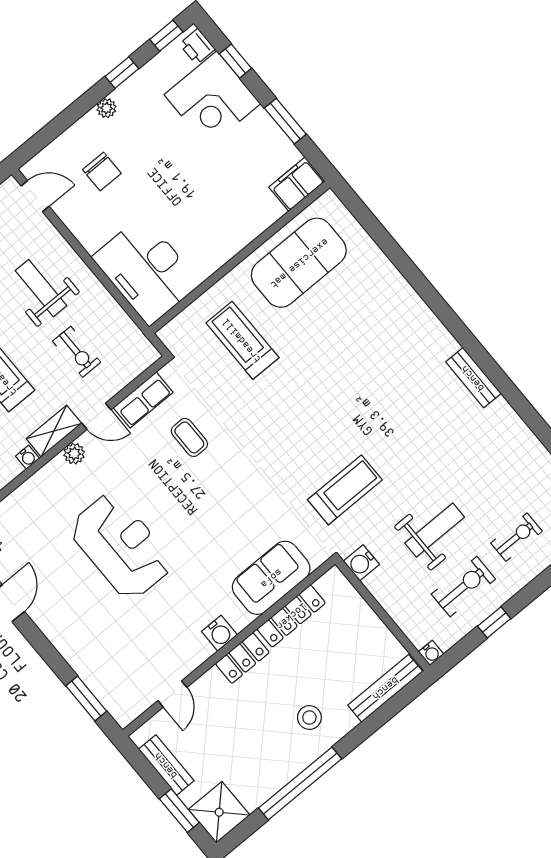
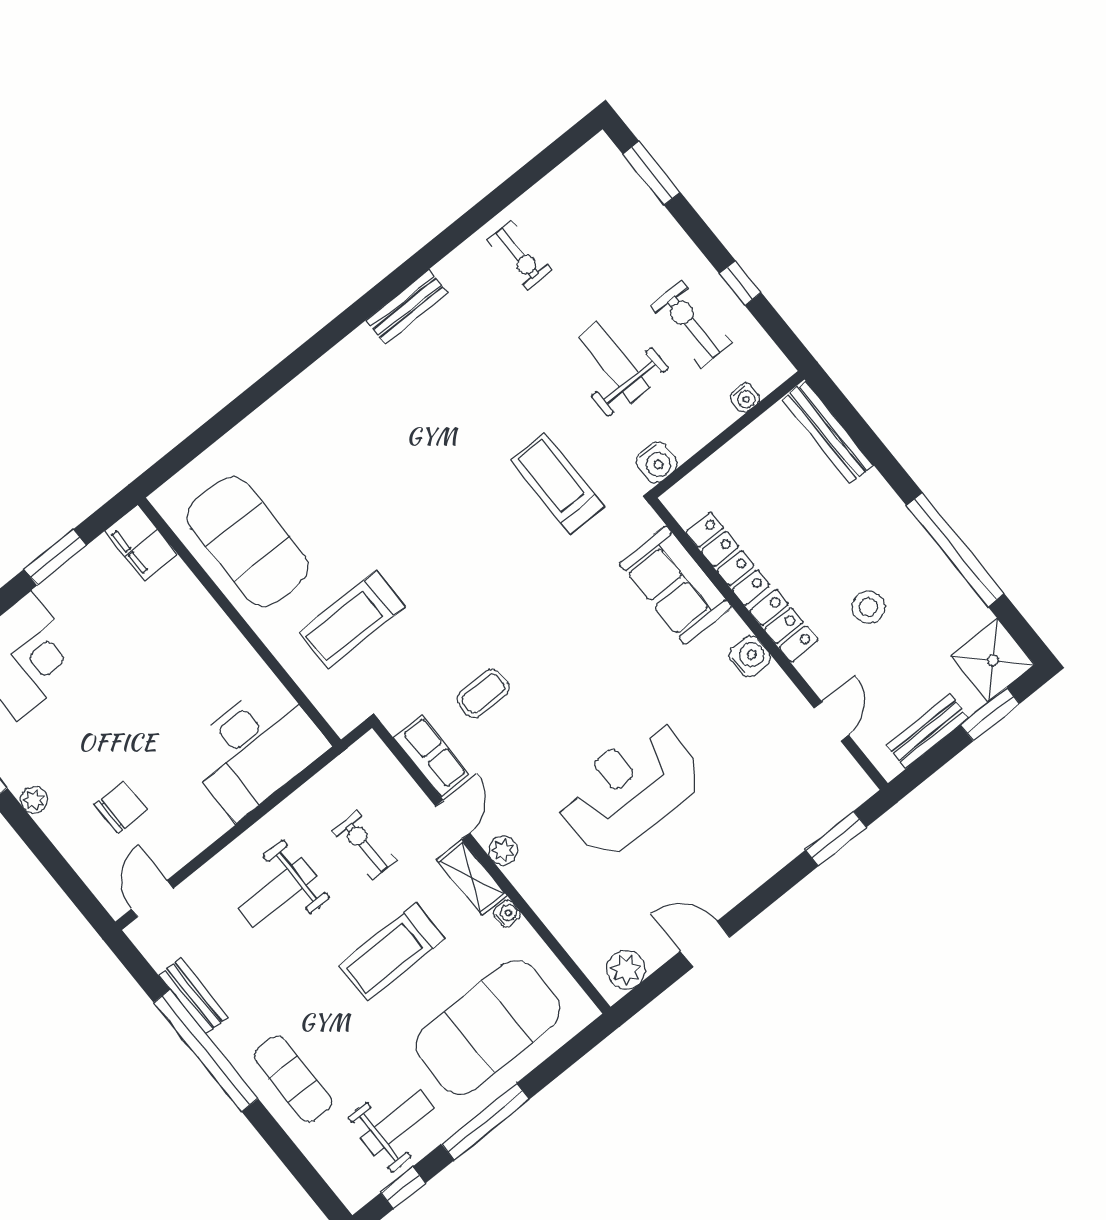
exercise bike: (77, 352) -> (365, 845), turned -90
exercise bike: (517, 537) -> (519, 255), moved, turned 180
water cooler: (431, 653) -> (745, 398), moved, turned 90
door: (172, 694) -> (831, 721), hinge flipped
stool: (309, 718) -> (868, 607), moved

